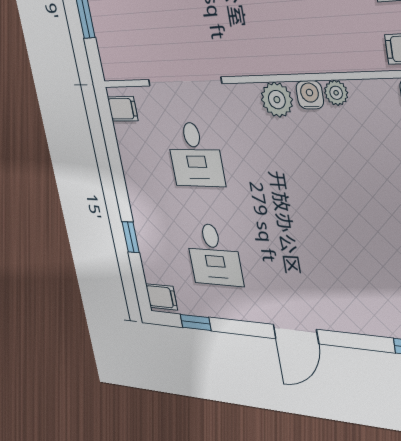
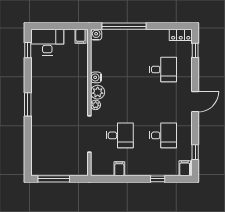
plant: (336, 93) -> (96, 105), moved
filing cabinet: (123, 109) -> (119, 169), moved
desk: (355, 265) -> (163, 70), added
door: (296, 334) -> (195, 102), hinge flipped

